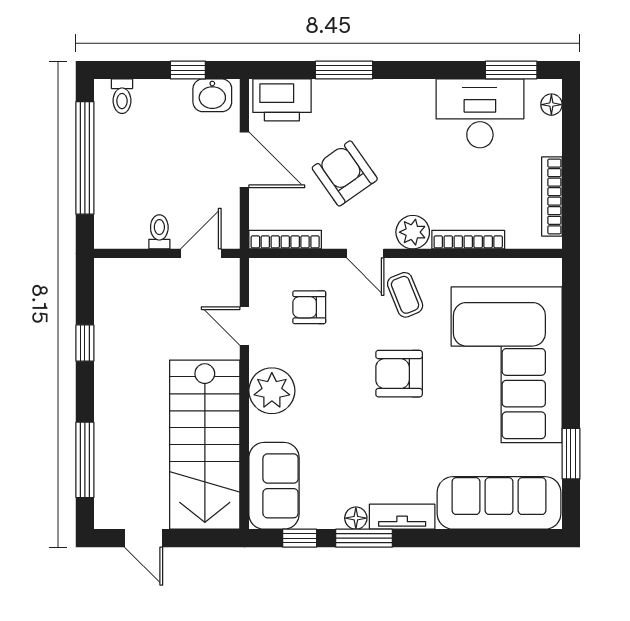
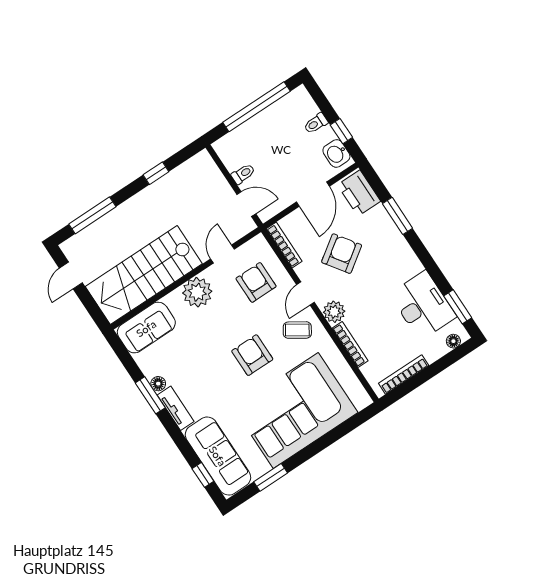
toilet: (122, 96) -> (316, 123), moved
coffee table: (405, 295) -> (297, 330), turned 55
armchair: (309, 307) -> (256, 282), width x1.38, depth x1.38
window: (300, 538) -> (203, 475), moved

